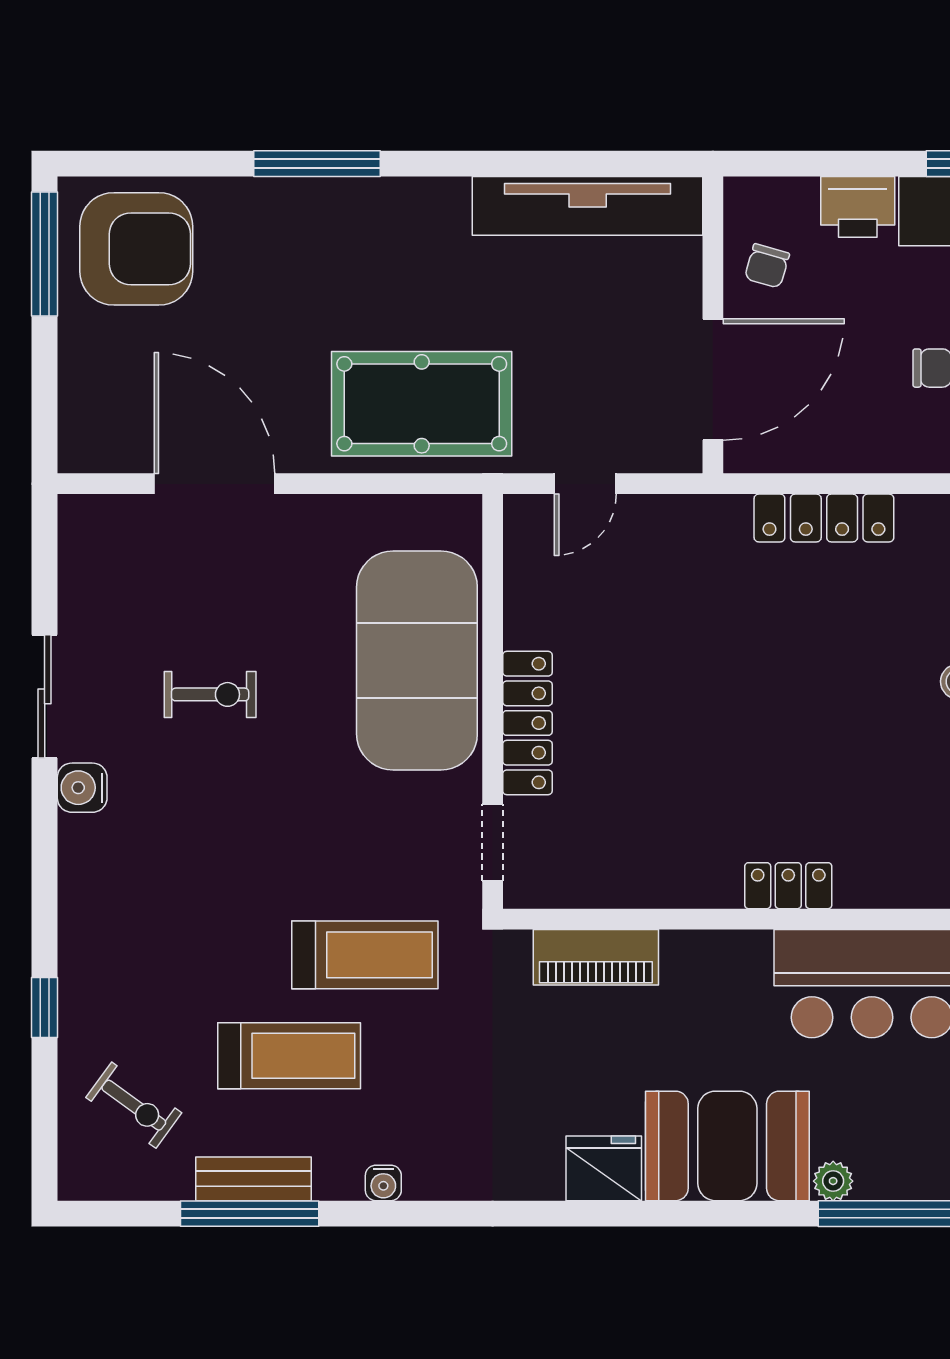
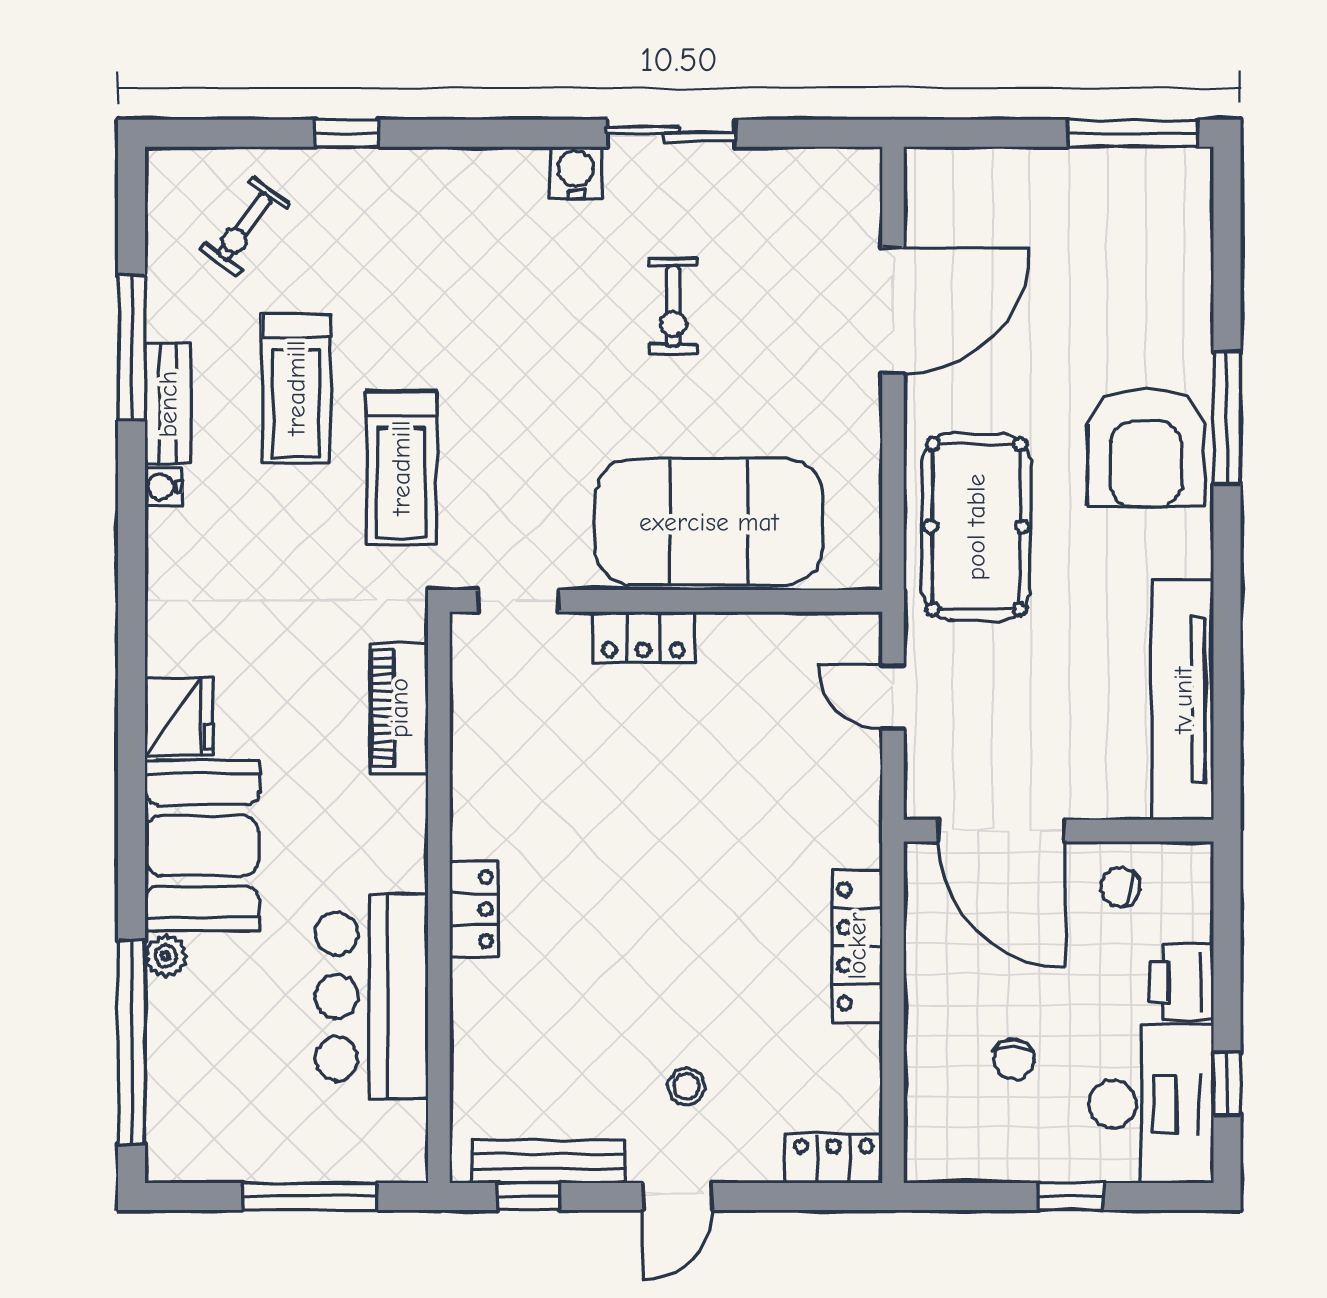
armchair: (136, 249) -> (1146, 448), moved
locker: (527, 723) -> (643, 637), width x0.66
bench: (253, 1179) -> (168, 404), moved

